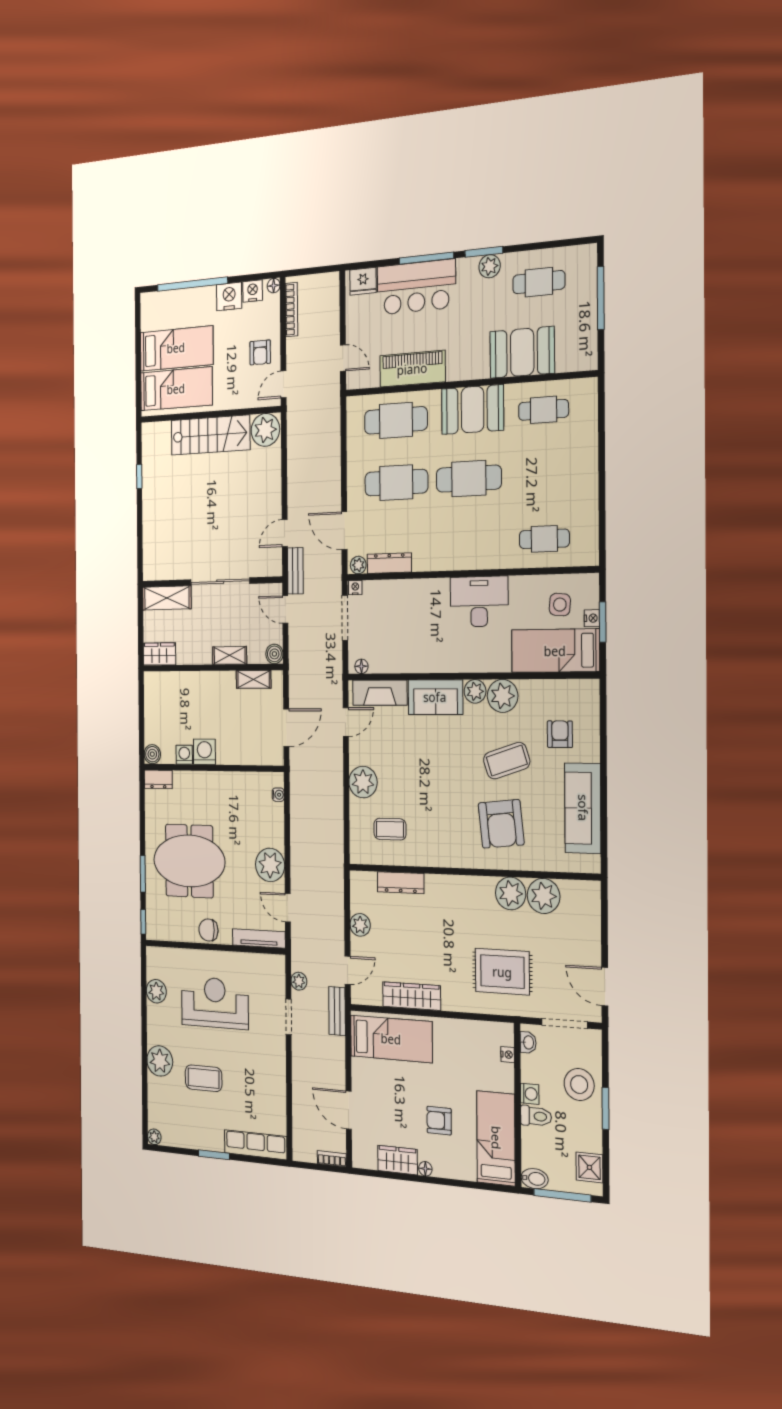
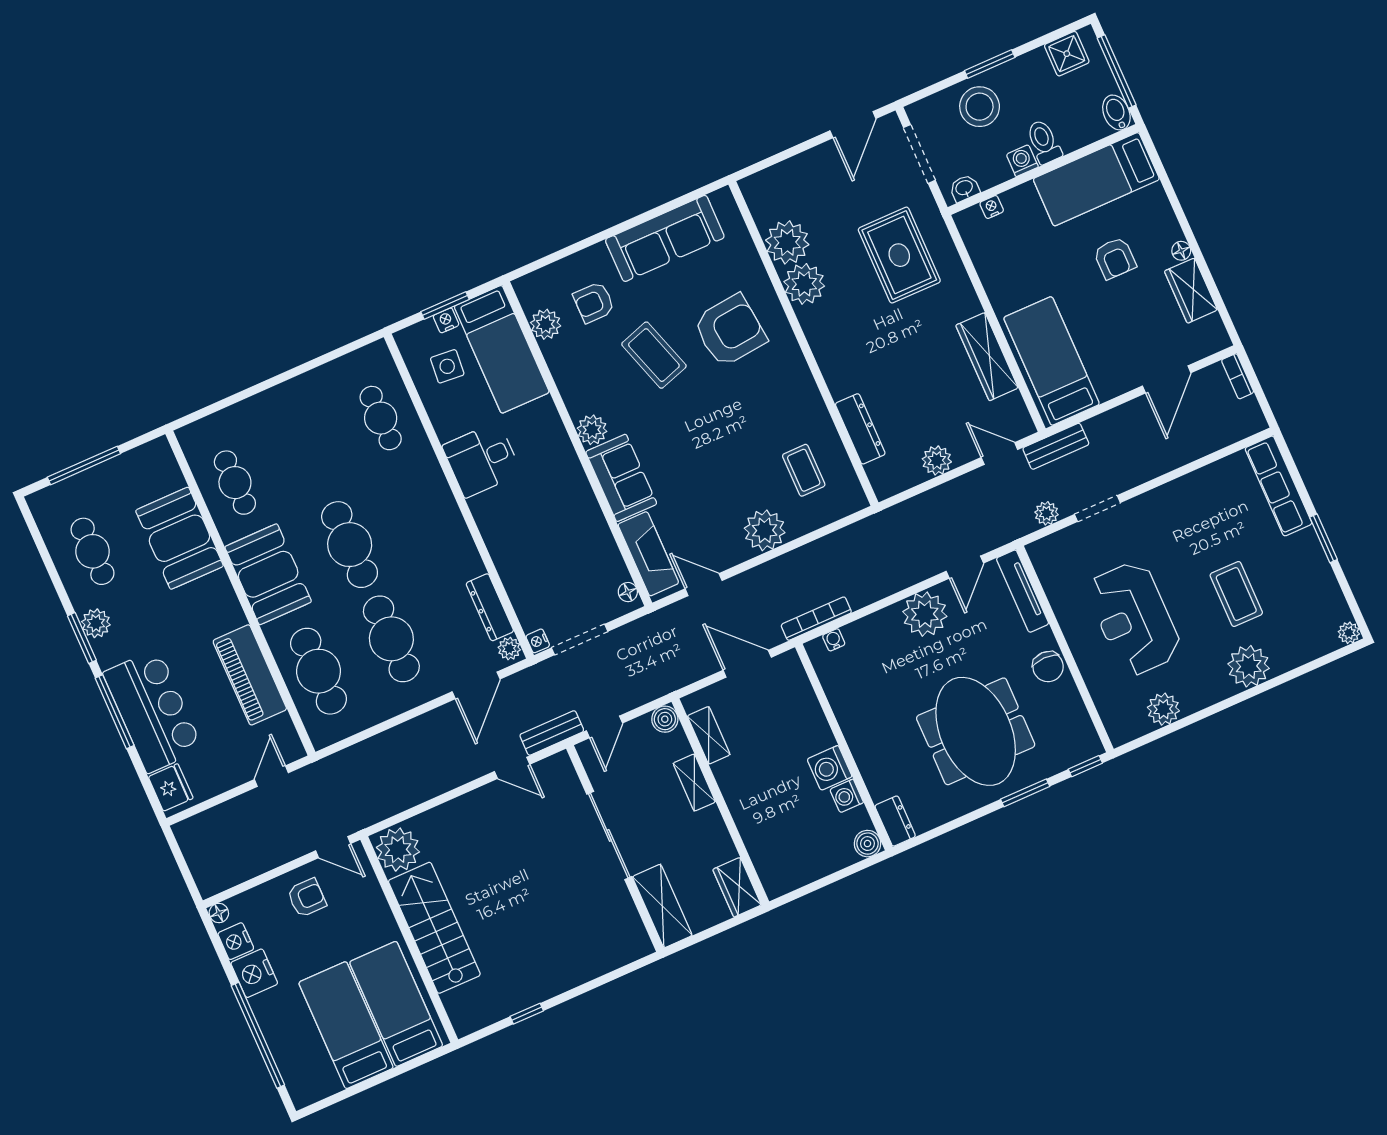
bookcase: (292, 310) -> (816, 619), moved
desk: (479, 602) -> (482, 460), width x0.73
plant: (503, 696) -> (546, 324), moved, width x0.73, depth x0.73

